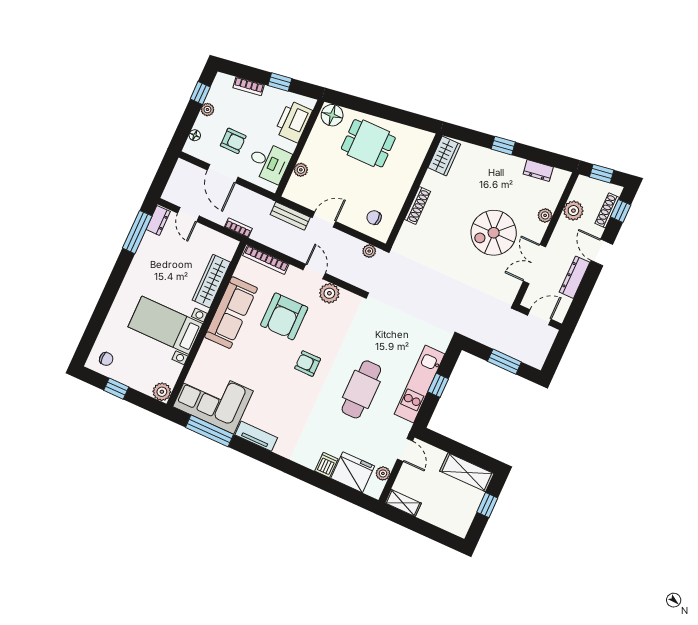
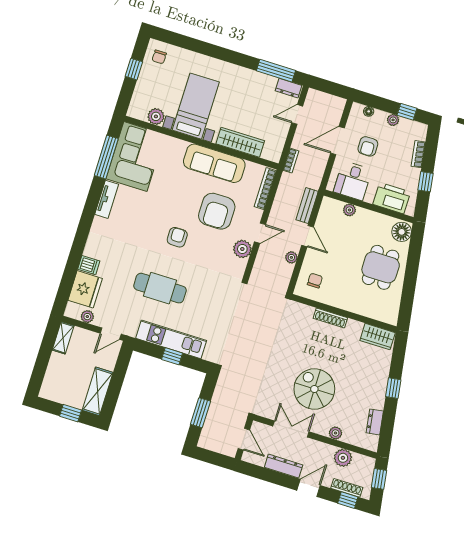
plant: (369, 251) -> (291, 257), moved
armchair: (284, 316) -> (217, 211), turned -90
plant: (162, 392) -> (156, 116), moved

